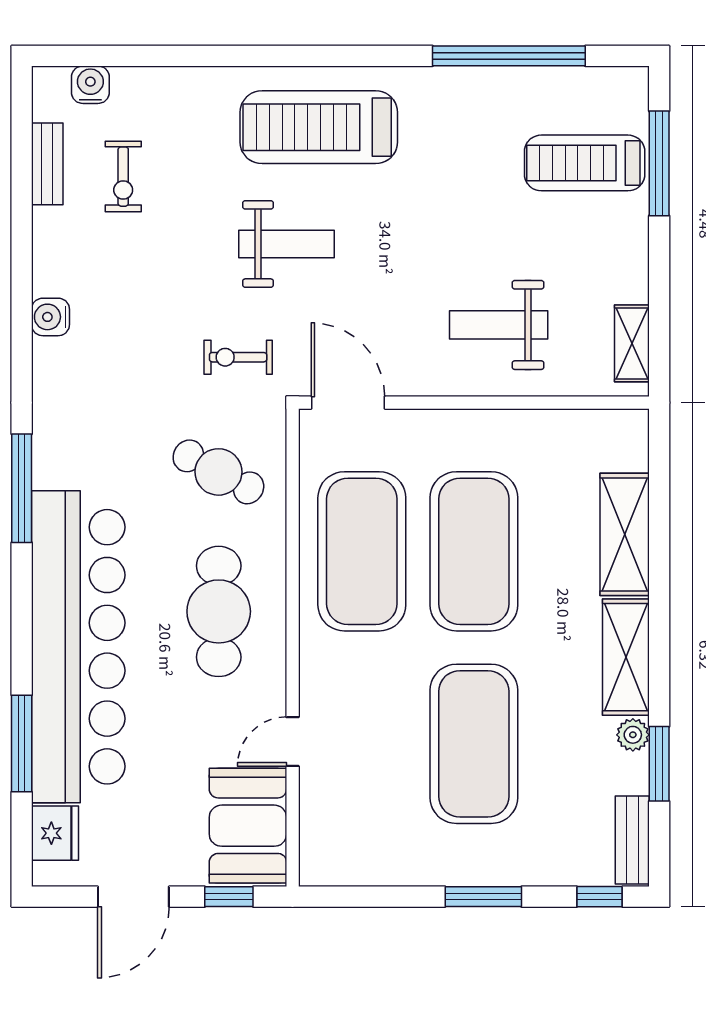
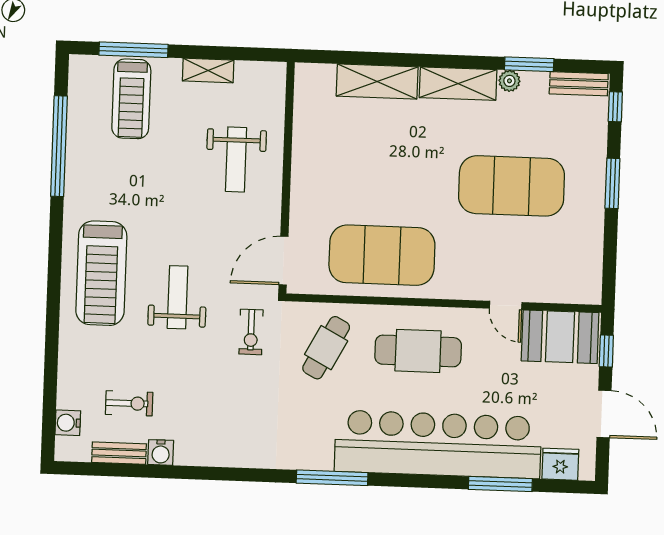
water cooler: (50, 317) -> (161, 452), moved
shelving: (632, 343) -> (208, 71), moved
exercise mat: (474, 551) -> (385, 181), removed

